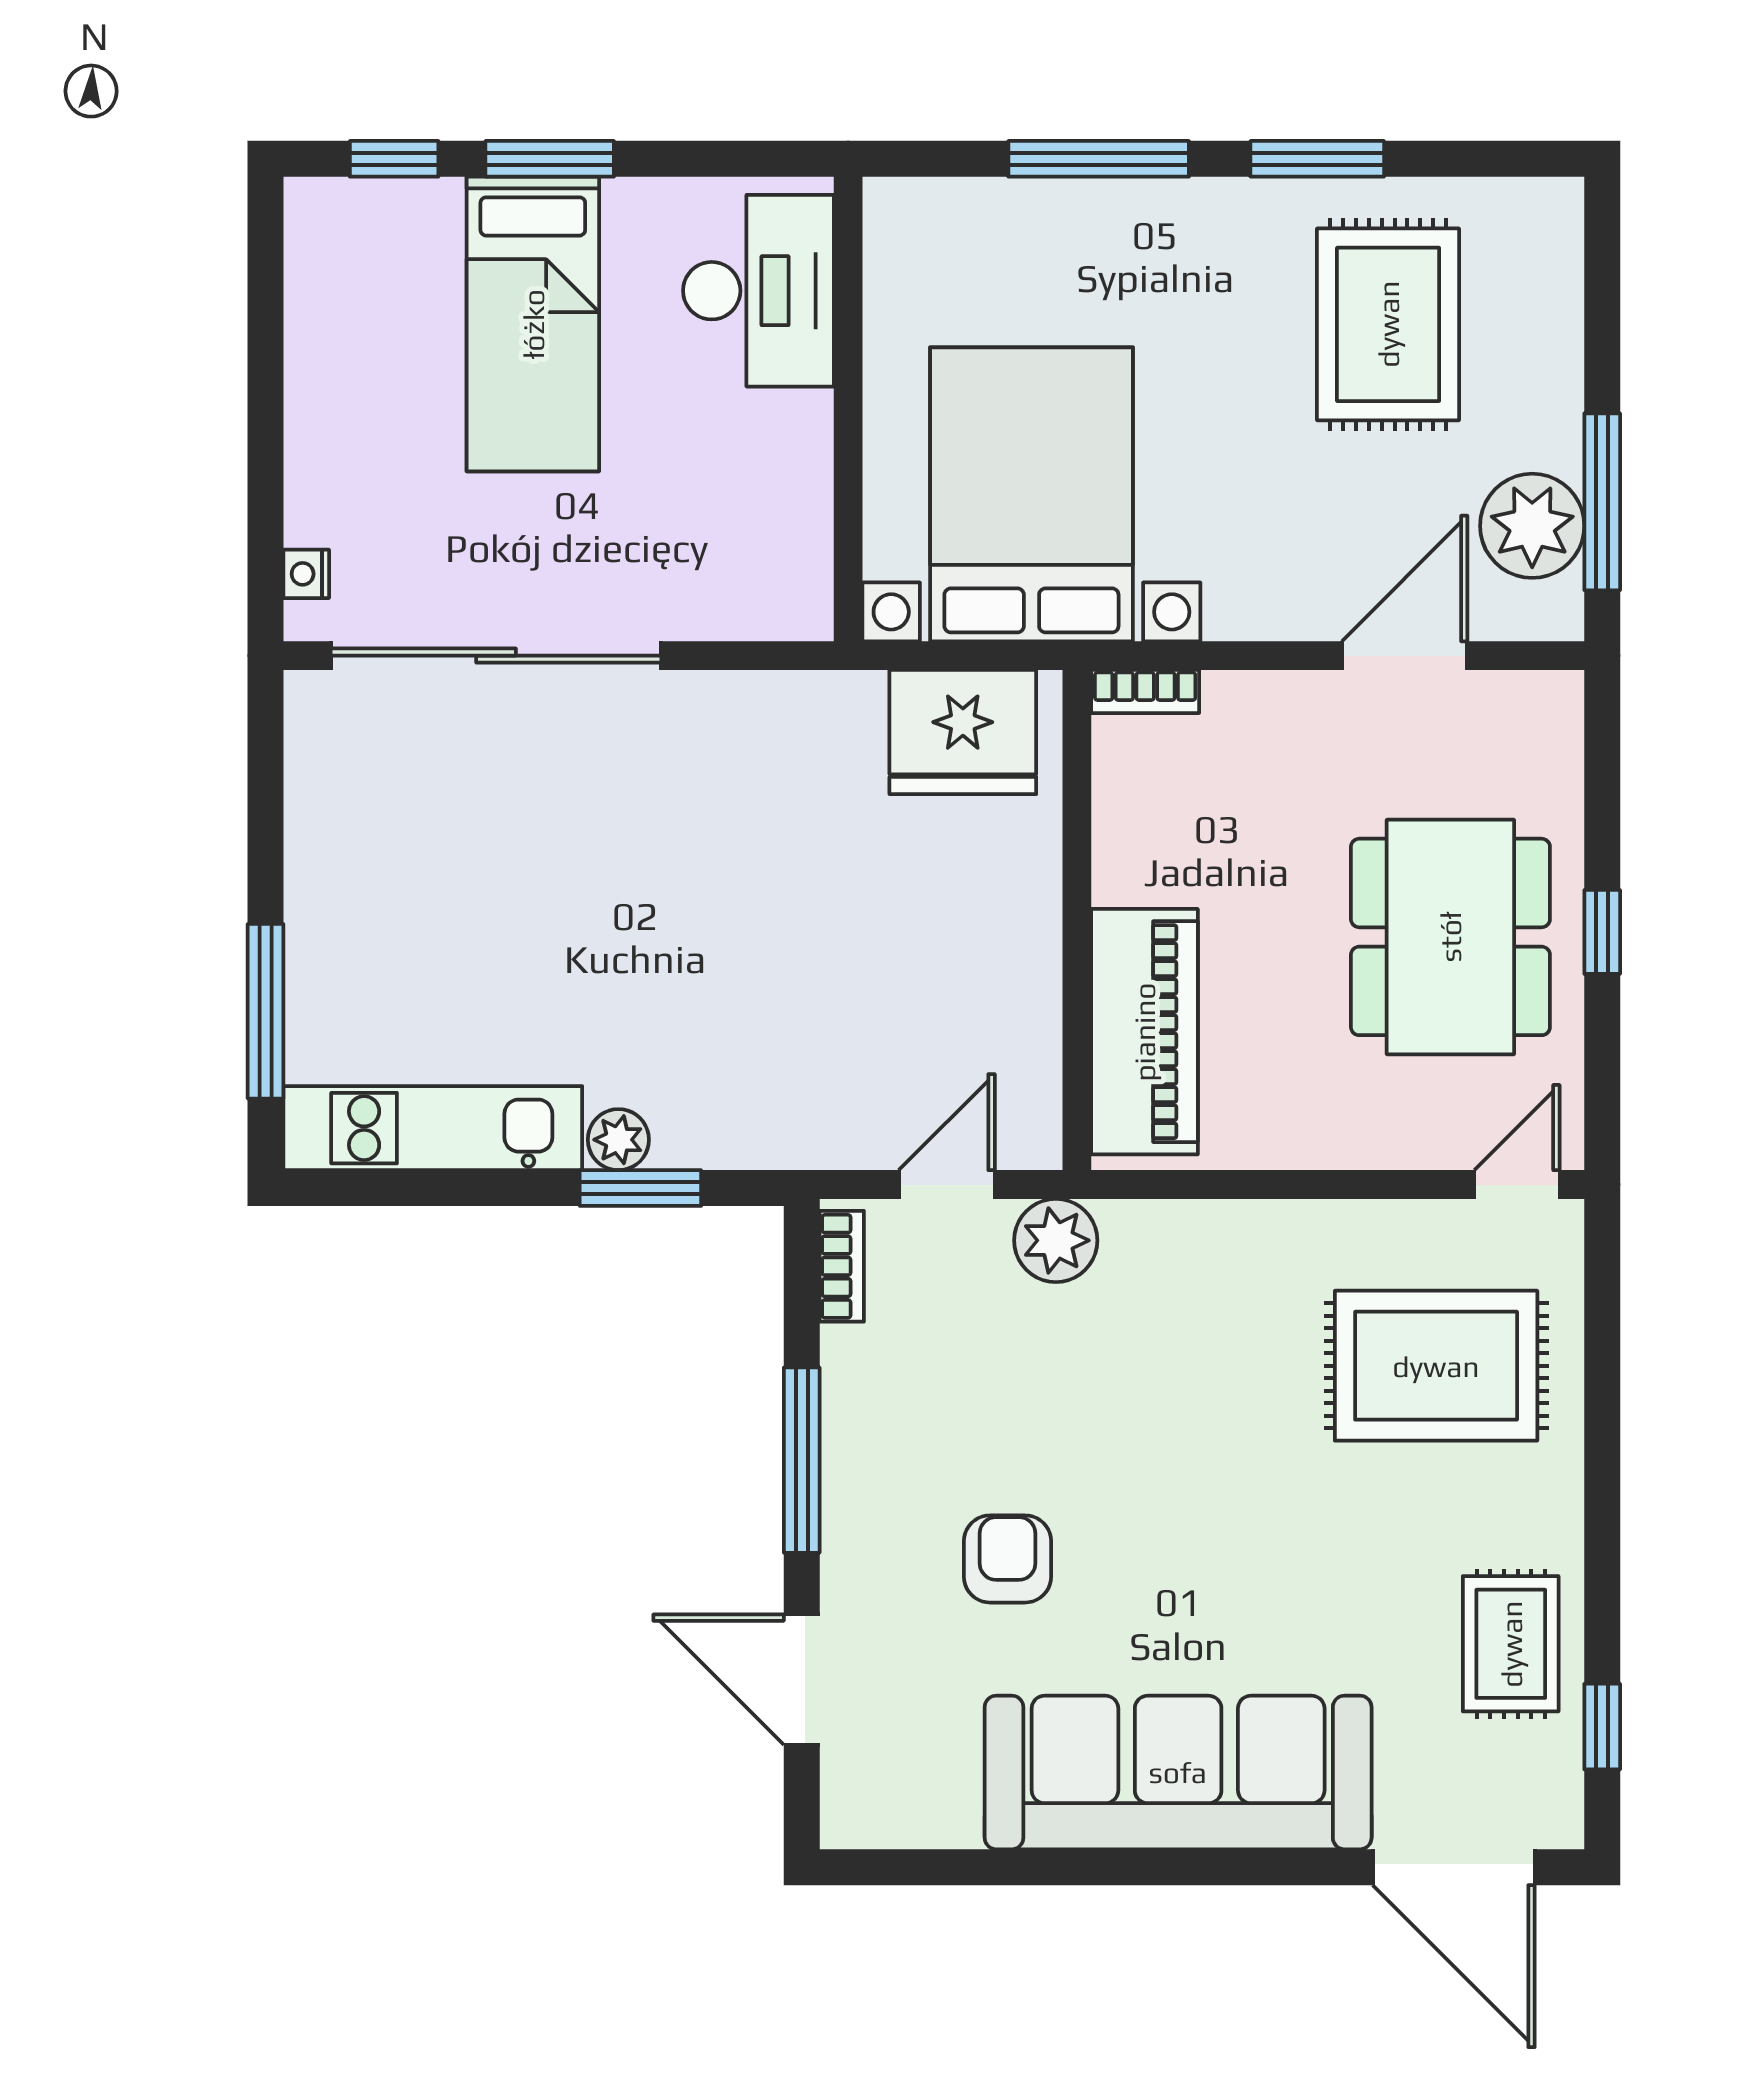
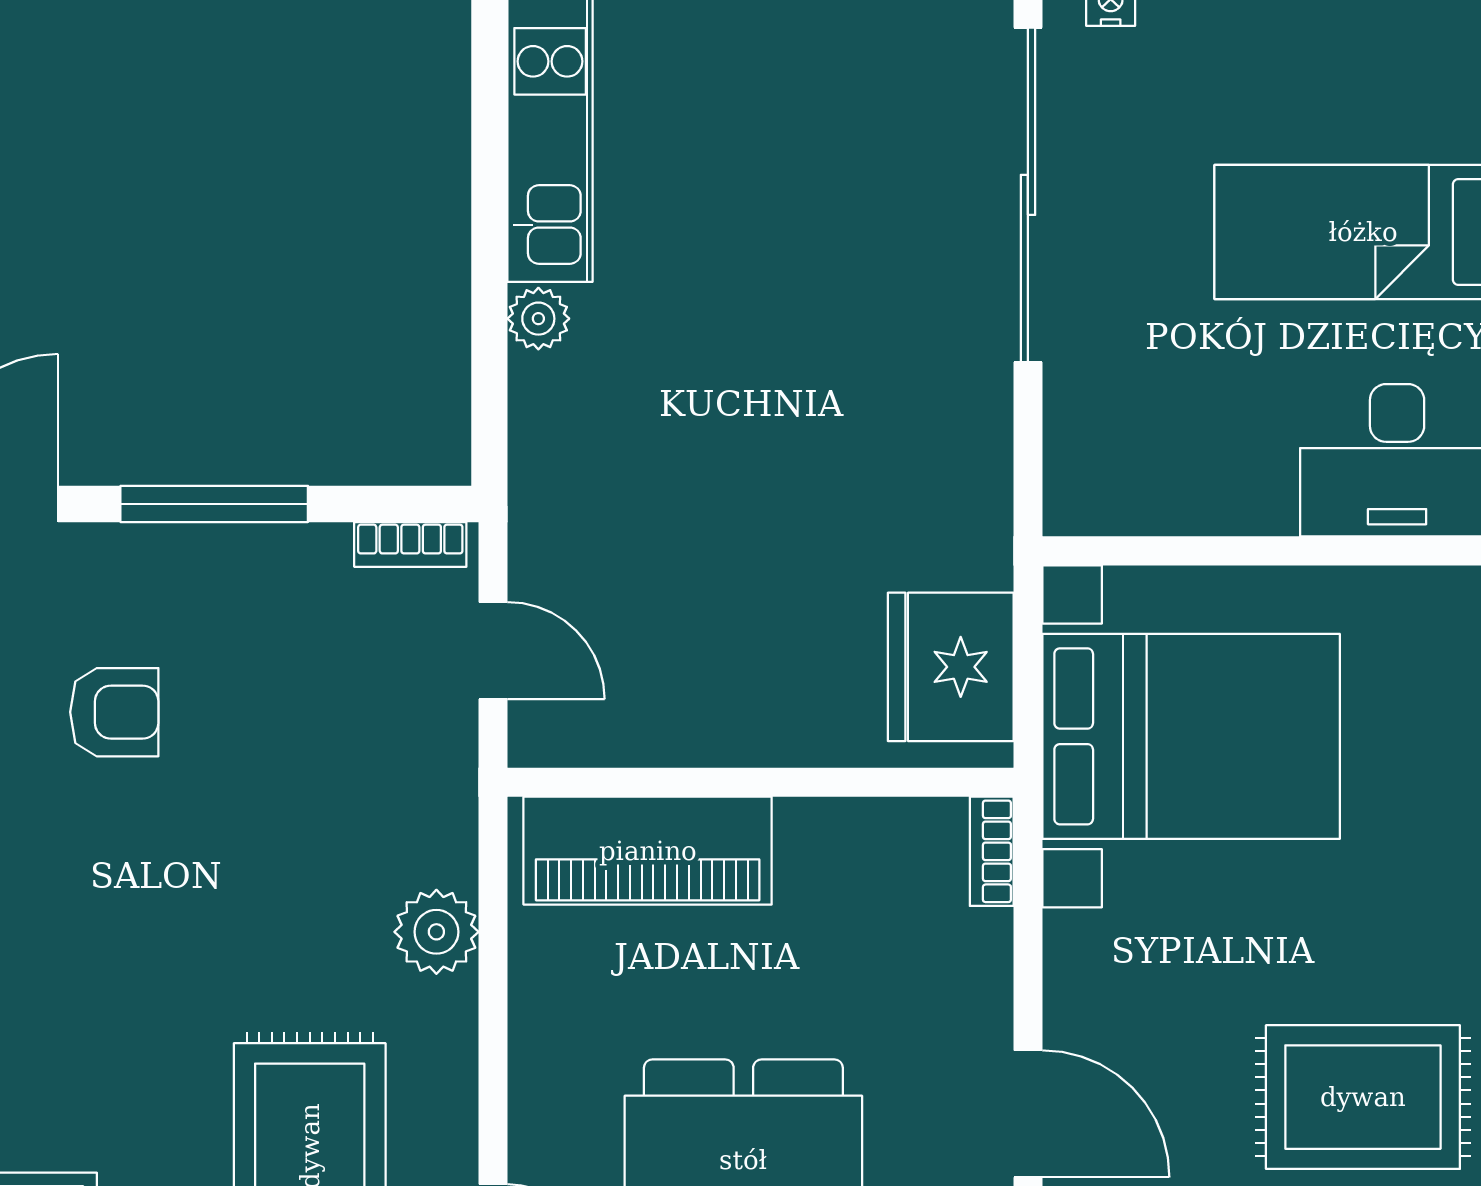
window: (640, 1188) -> (489, 341), removed
plant: (1056, 1240) -> (436, 932), moved

